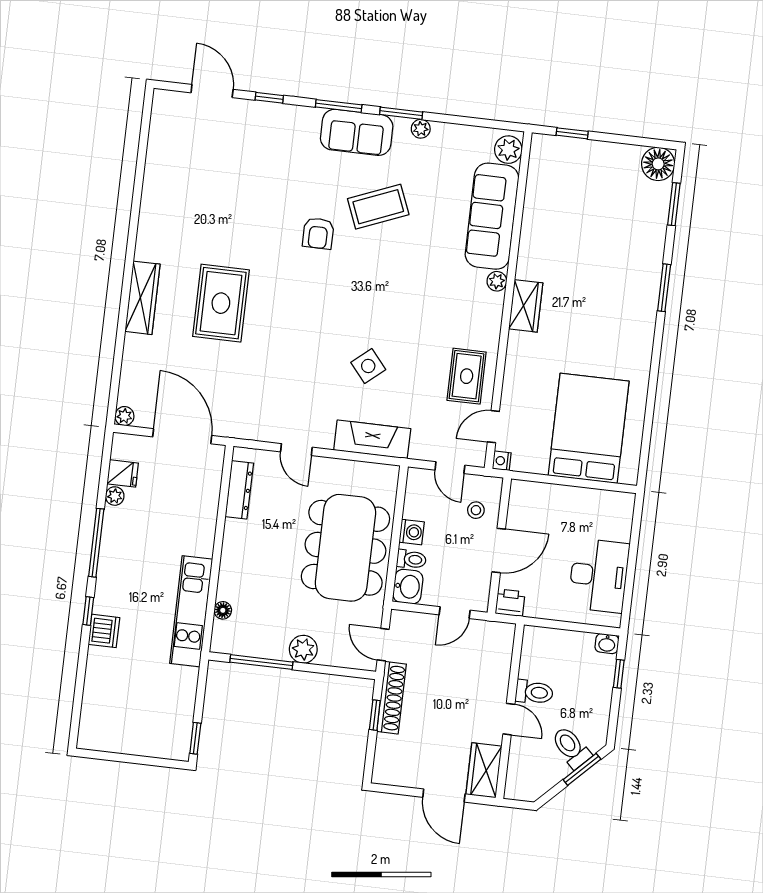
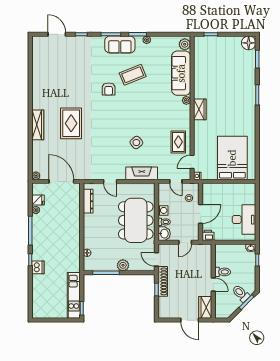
kitchen unit: (191, 611) -> (74, 295), moved

